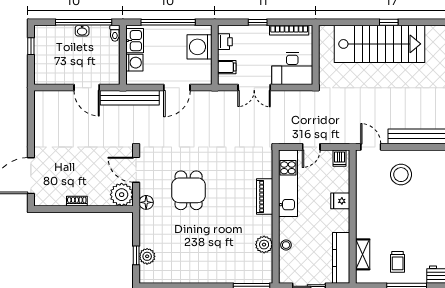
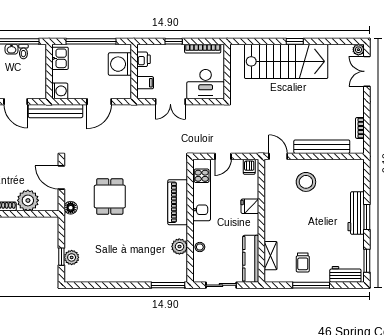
toilet: (115, 33) -> (23, 52), moved
washing machine: (134, 63) -> (60, 91), moved
plant: (122, 195) -> (28, 200), moved
piano: (265, 197) -> (178, 202), width x1.37, depth x1.33

